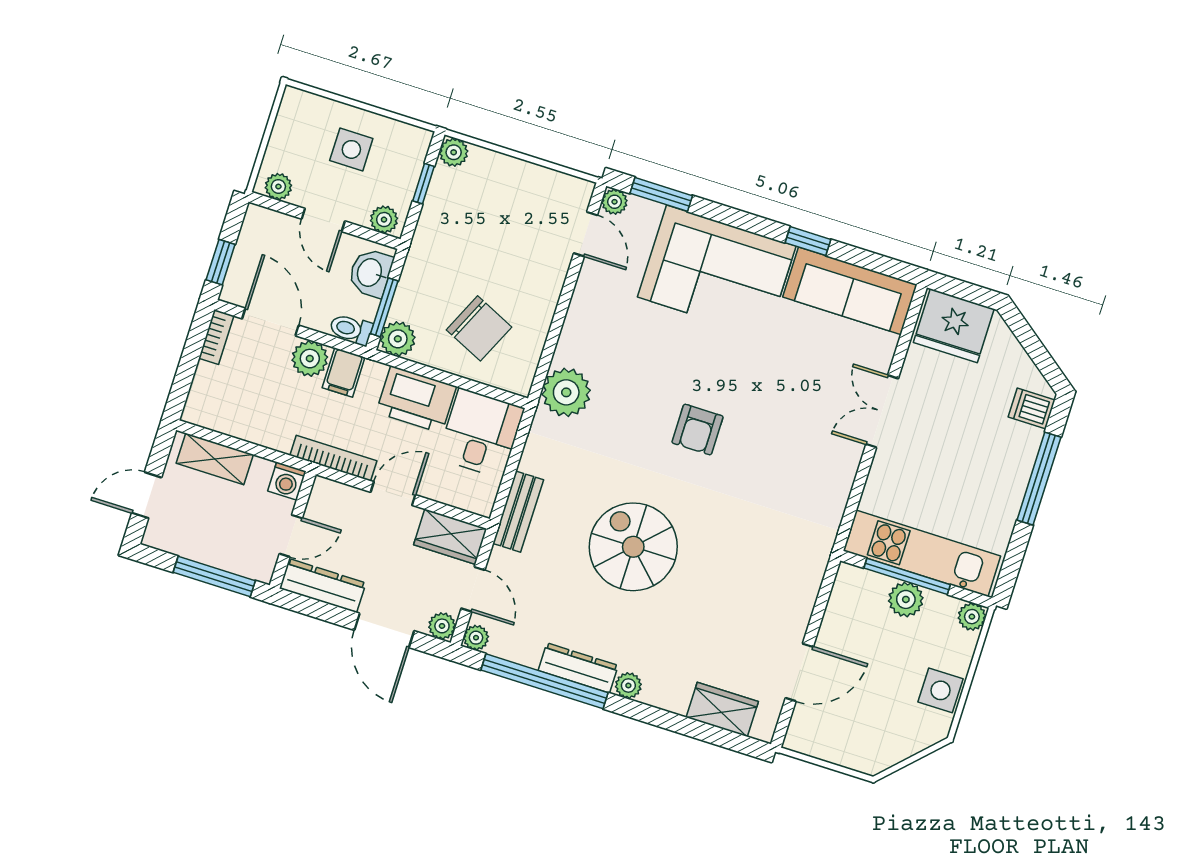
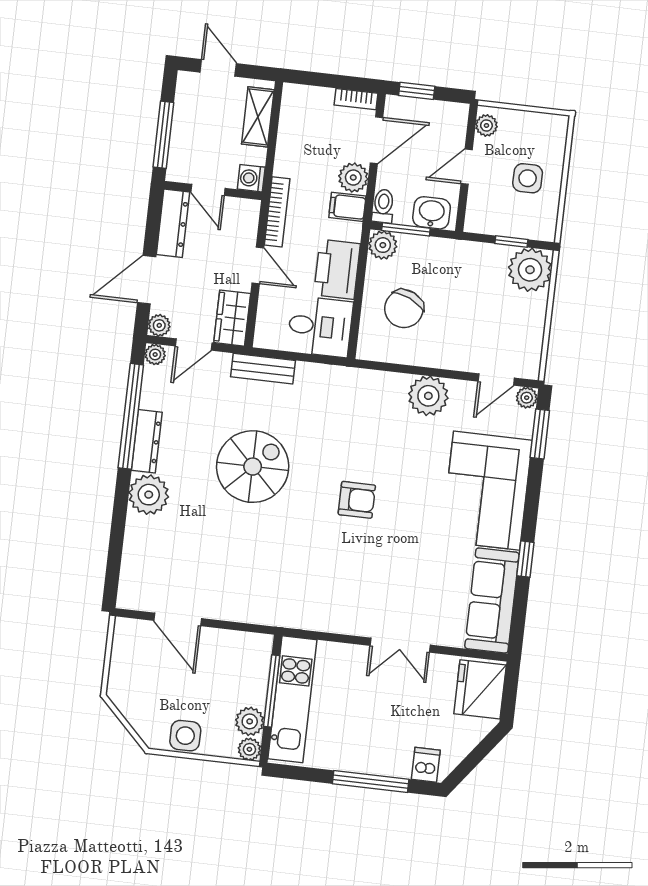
plant: (454, 152) -> (530, 270), width x1.87, depth x1.87
plant: (384, 220) -> (476, 215), removed
plant: (566, 392) -> (428, 396), moved
double door: (882, 411) -> (400, 645), swing flipped
armchair: (698, 430) -> (357, 500), turned 180
plant: (906, 599) -> (250, 721), moved
plant: (628, 685) -> (149, 495), width x1.88, depth x1.88
wardrobe: (722, 709) -> (136, 563), removed

